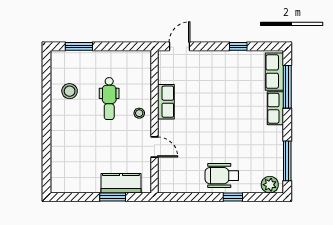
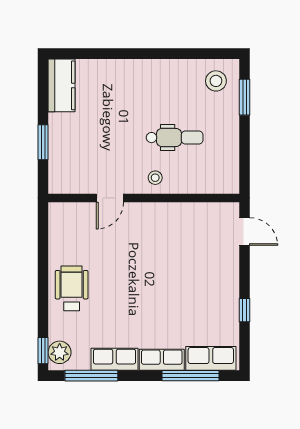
stool: (70, 91) -> (216, 81), moved
dental chair: (109, 99) -> (175, 138), turned 180
row of seats: (166, 102) -> (114, 359), moved, turned 180
kitchen counter: (121, 183) -> (61, 85), moved
window: (233, 197) -> (43, 351), moved

